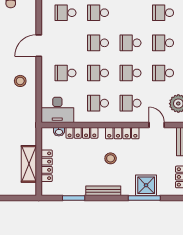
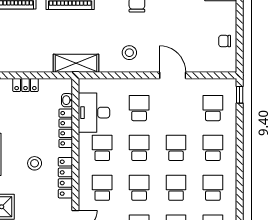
school desk: (131, 13) -> (213, 188), added
desk: (57, 110) -> (94, 113), moved
shelving: (29, 164) -> (76, 63), moved
locker: (47, 166) -> (25, 85), width x0.66

